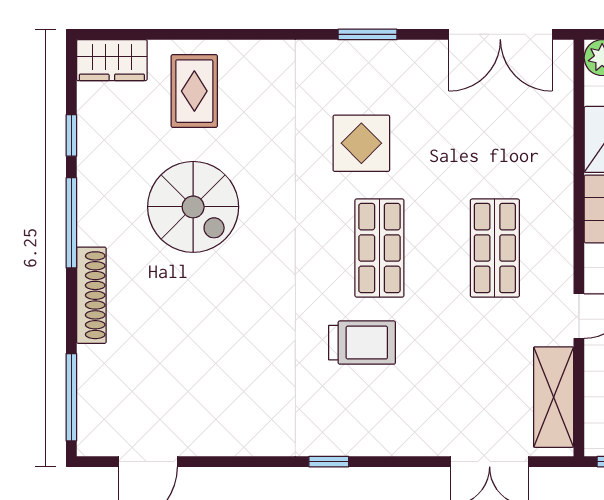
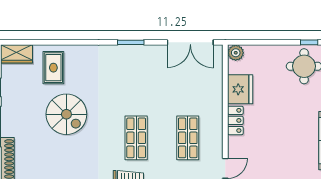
display table: (361, 143) -> (128, 91), removed
spiral stairs: (193, 207) -> (66, 114), moved

